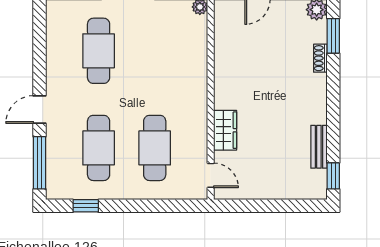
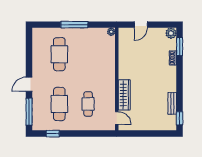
wardrobe: (225, 130) -> (124, 95), width x1.50
cafe table: (155, 148) -> (88, 104), width x0.73, depth x0.74

